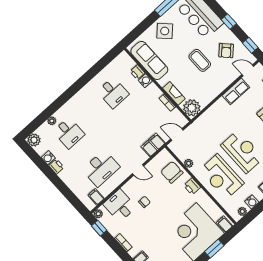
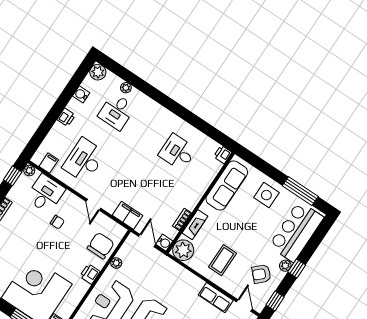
plant: (224, 30) -> (285, 266), added
side table: (165, 31) -> (266, 195), turned 45
coffee table: (200, 60) -> (222, 260), moved
printer: (137, 72) -> (223, 155), moved
water cooler: (145, 81) -> (164, 243), moved
desk: (113, 93) -> (178, 152), turned 90
printer: (56, 166) -> (66, 117), moved
desk: (101, 168) -> (84, 160), turned 90

